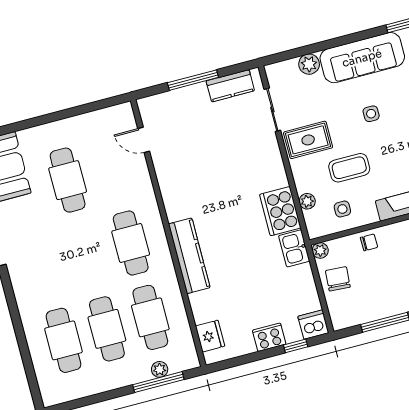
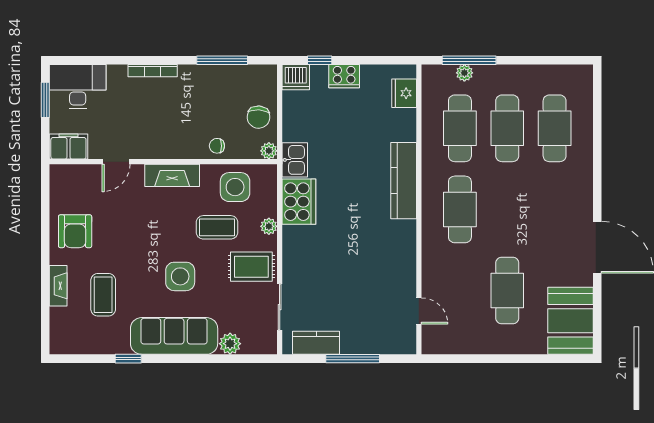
side table: (371, 114) -> (180, 276), width x1.87, depth x1.87
plant: (307, 201) -> (269, 226), moved
side table: (342, 209) -> (235, 187), width x1.87, depth x1.87

